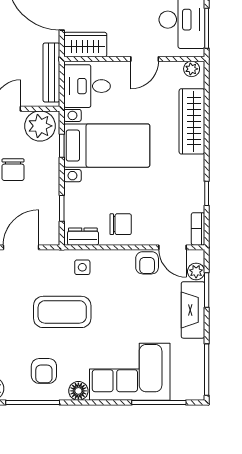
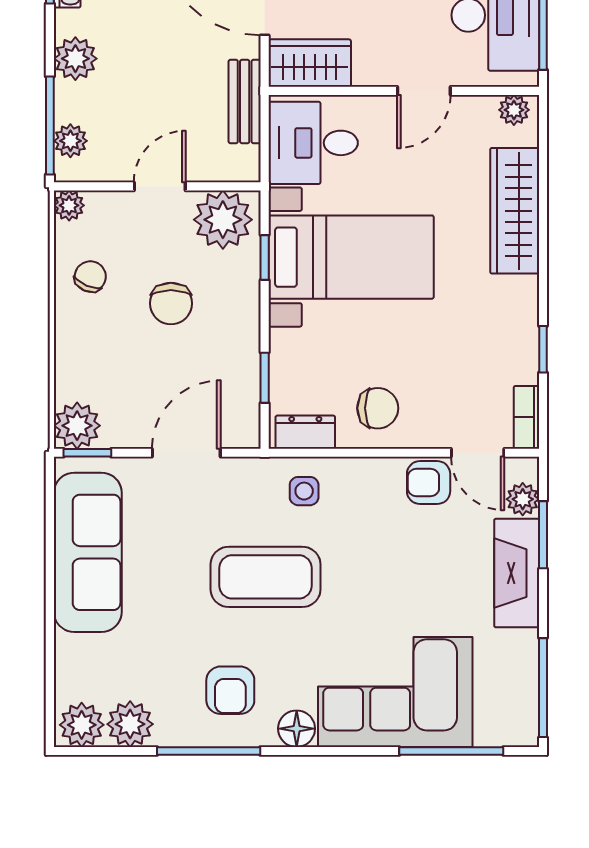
bench: (51, 72) -> (245, 101), width x0.73
armchair: (147, 263) -> (429, 483), turned 90

